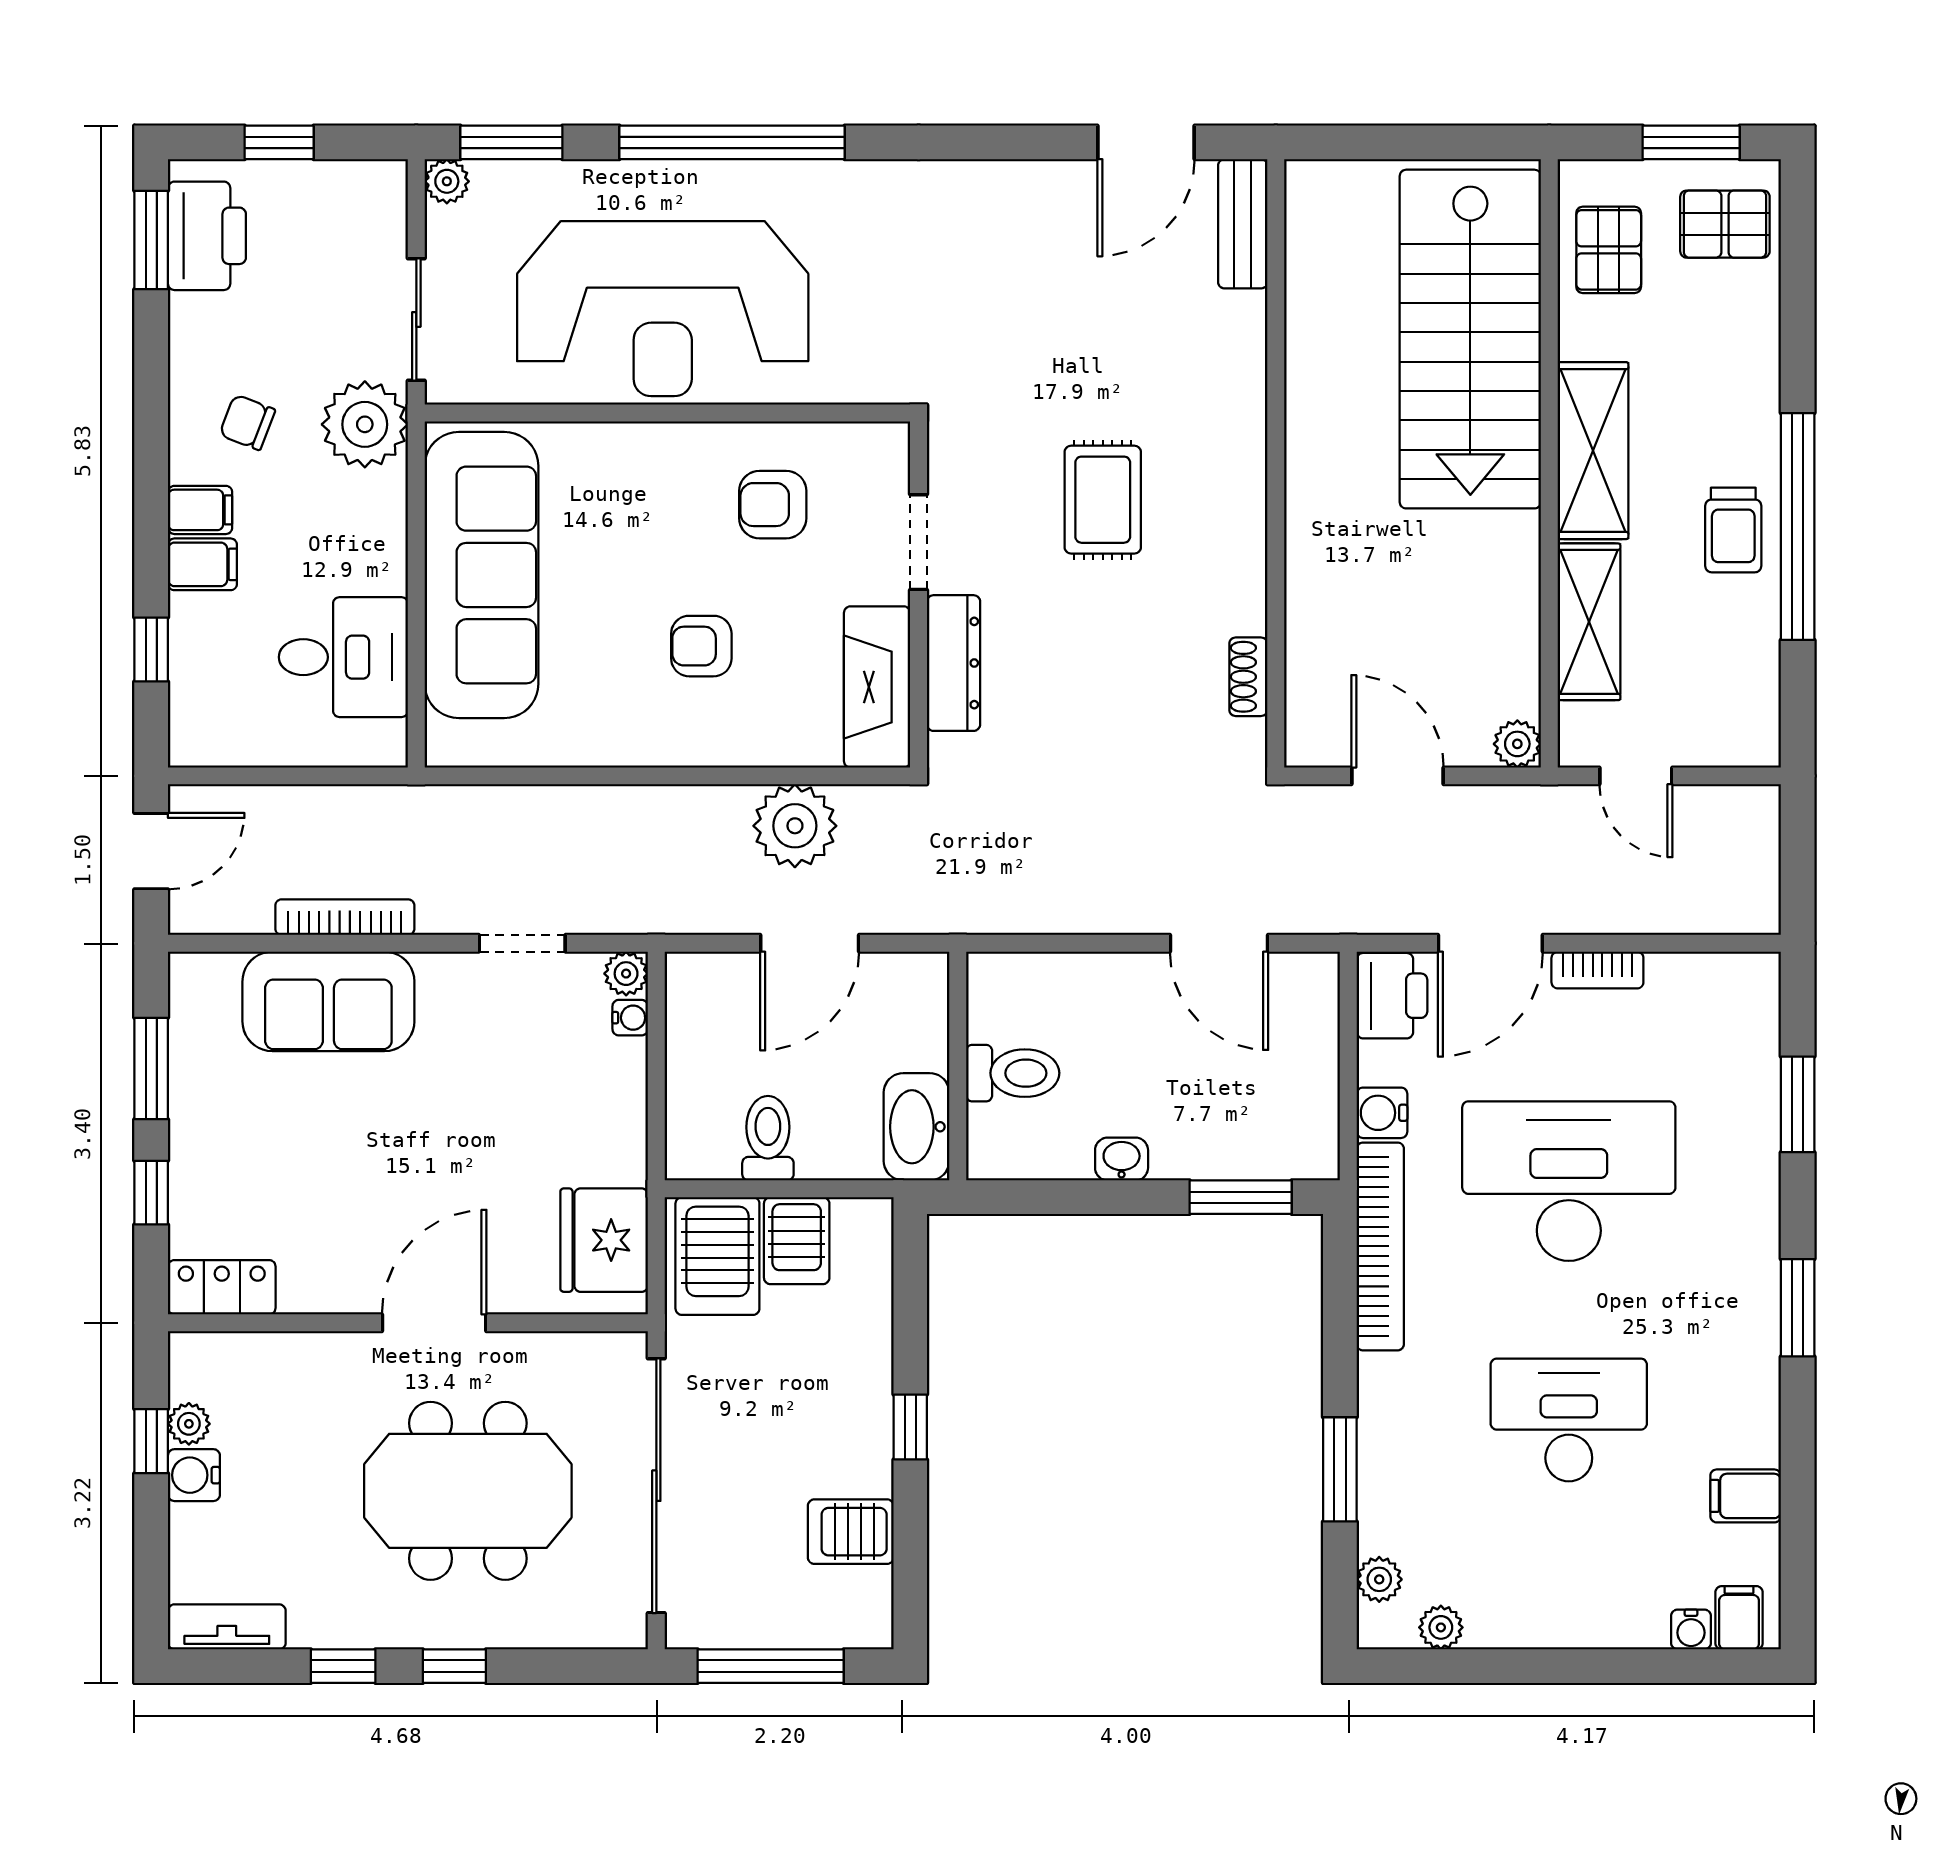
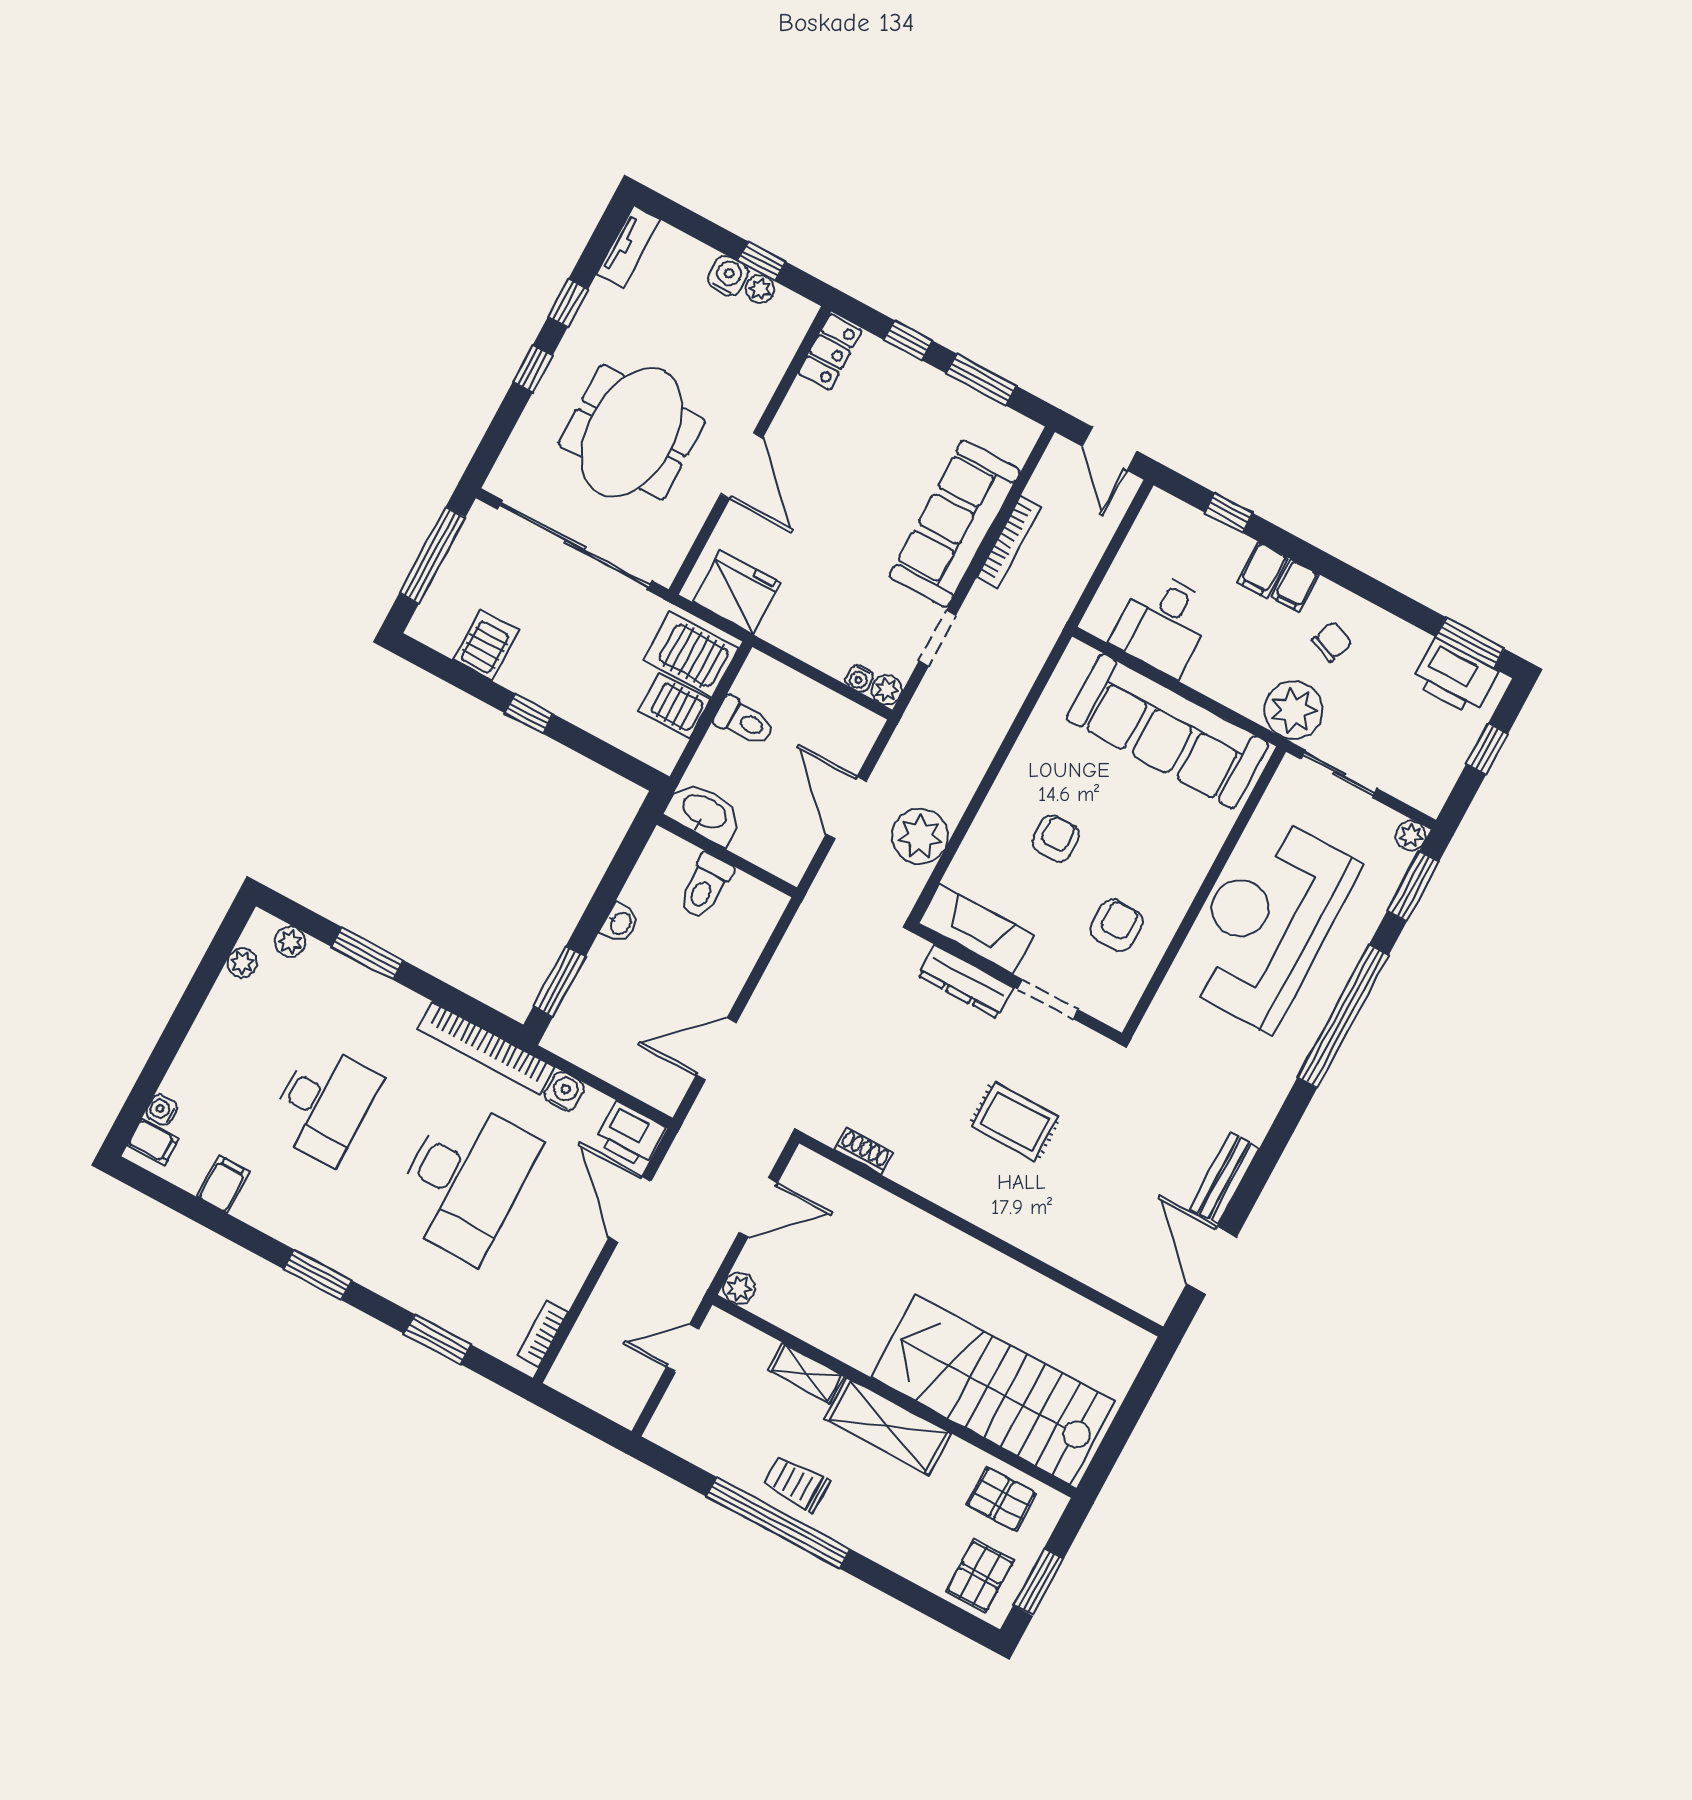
bench: (1243, 224) -> (1224, 1178), moved, turned 90
shelving: (1589, 622) -> (806, 1373), width x0.67, depth x0.75
bookcase: (1597, 970) -> (543, 1334), moved
sofa: (328, 1001) -> (955, 524), width x1.36

